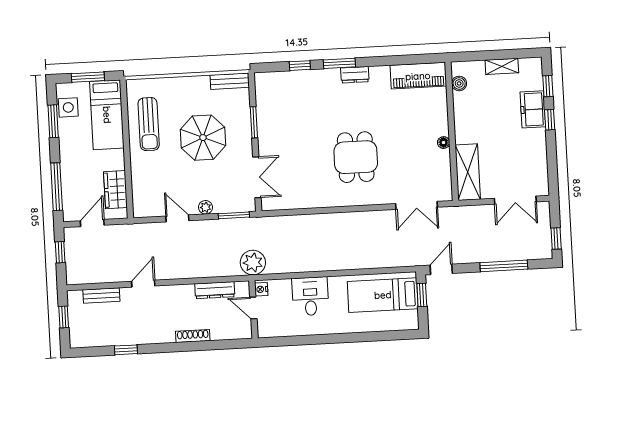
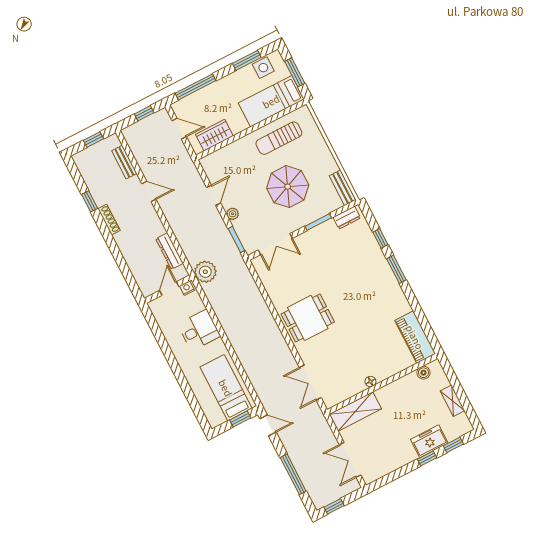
dresser: (355, 75) -> (347, 218), moved, turned -90
dining table: (356, 157) -> (308, 318), moved
shoe rack: (193, 336) -> (109, 220), moved

